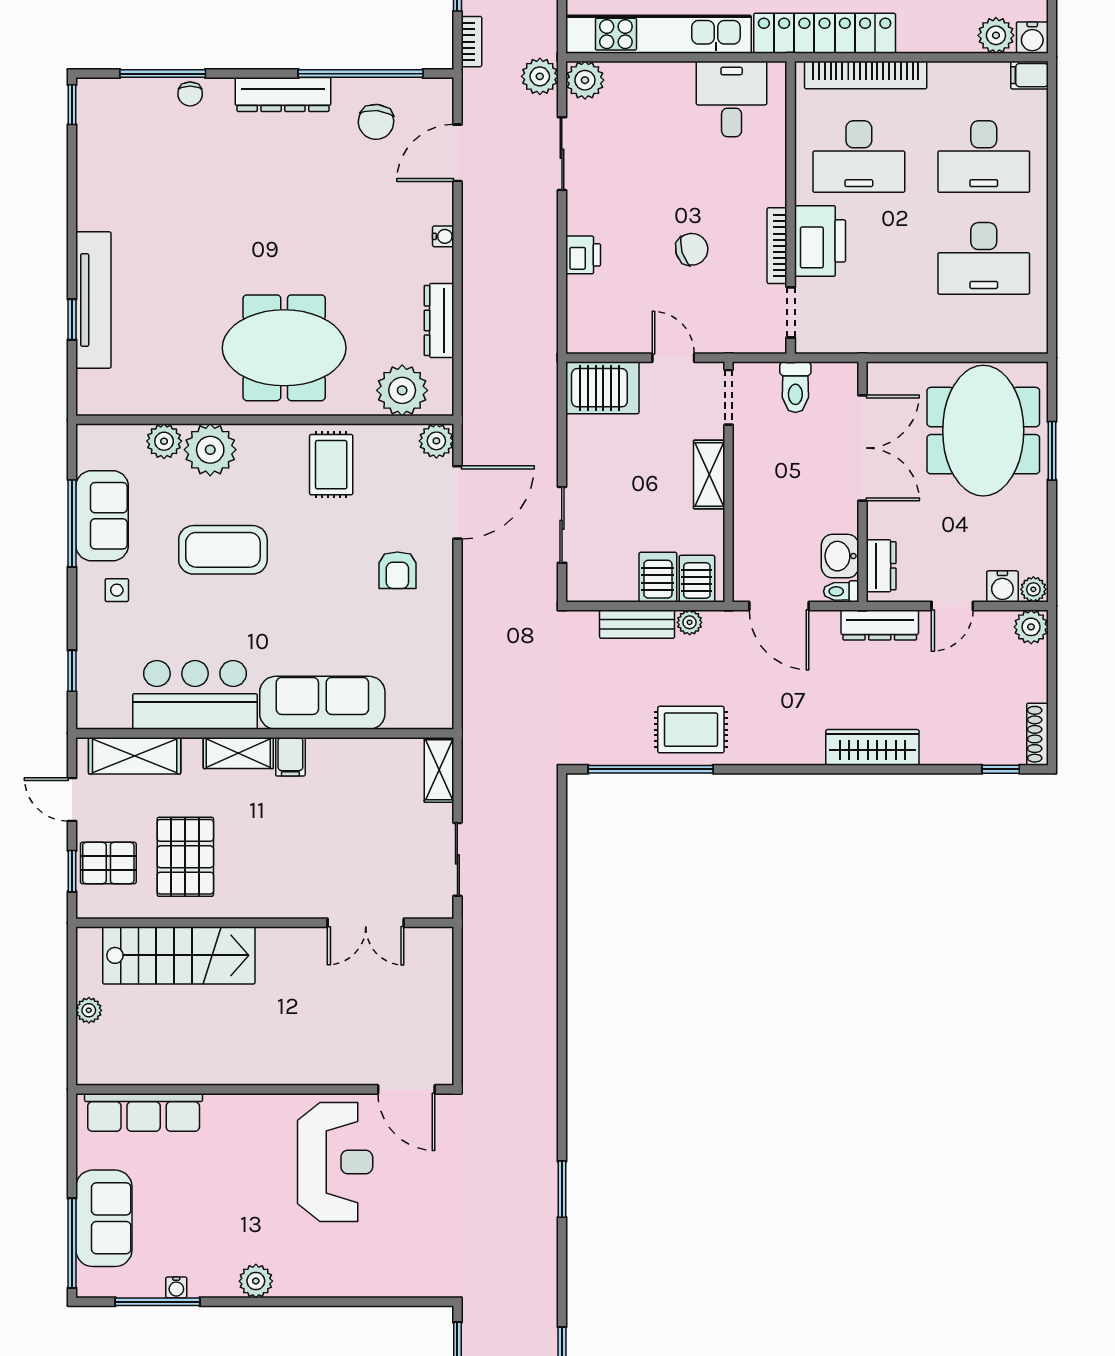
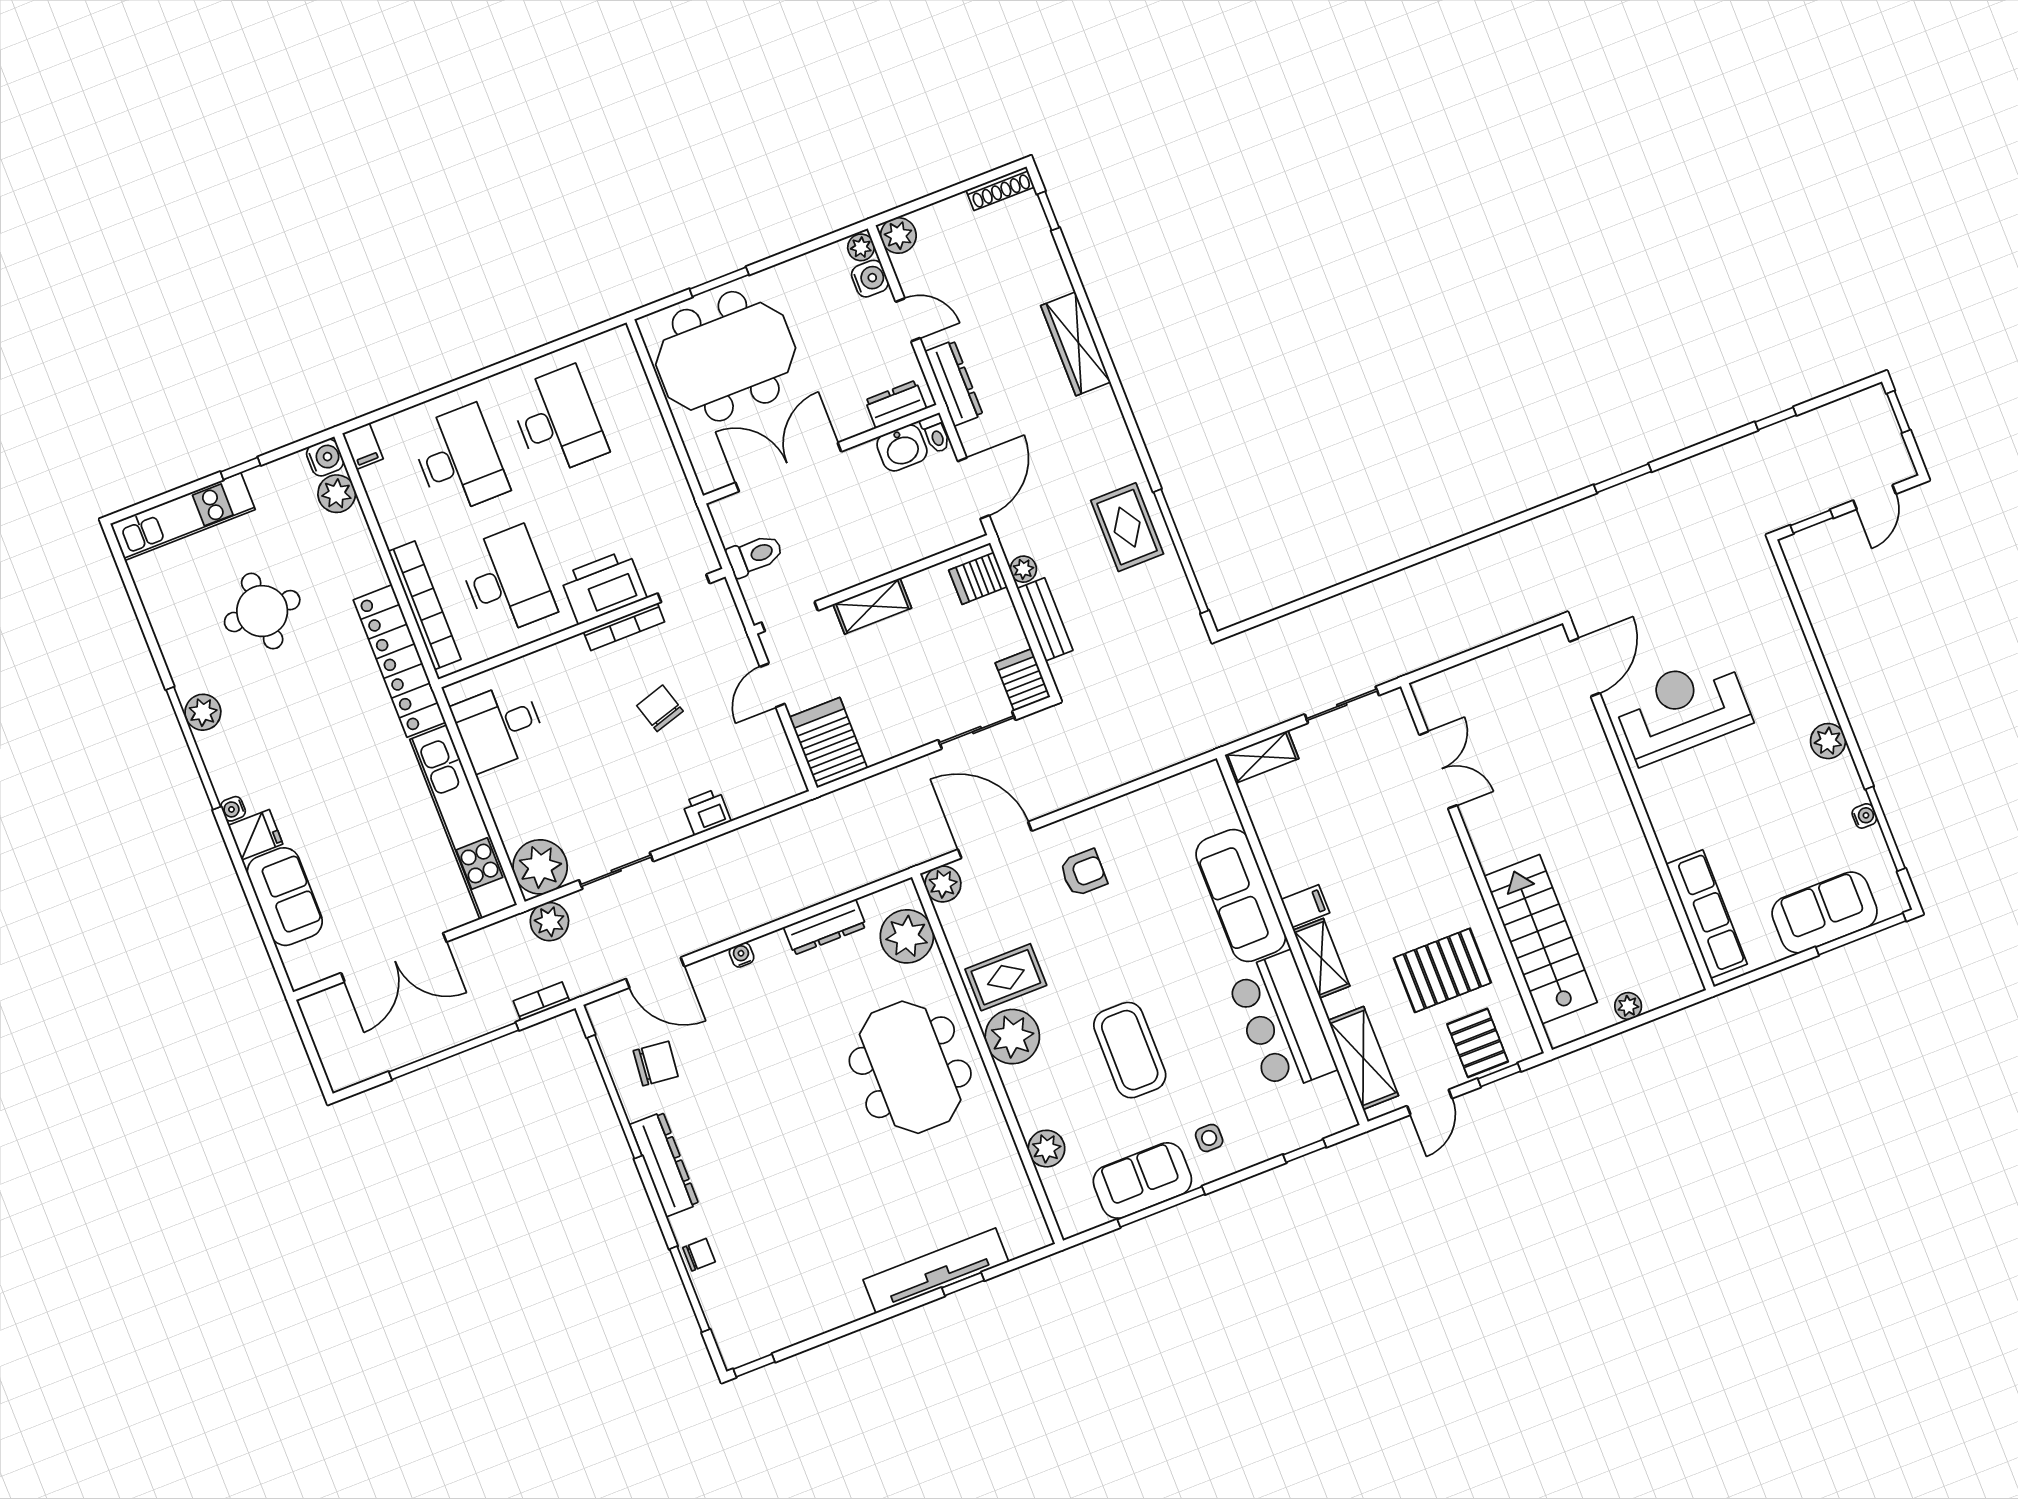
plant: (585, 80) -> (540, 867), width x1.36, depth x1.36
plant: (210, 450) -> (1012, 1037), moved
server rack: (658, 577) -> (1023, 680), moved, turned 90

